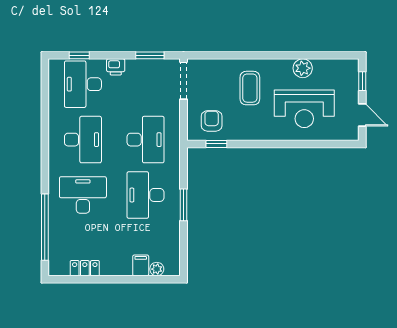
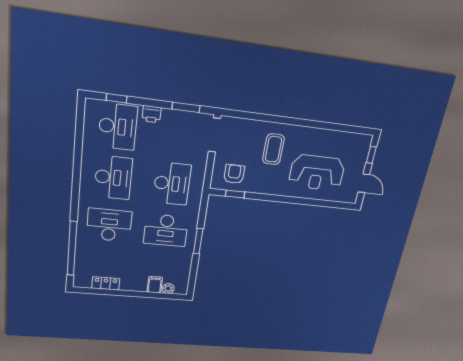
plant: (303, 68) -> (323, 137), removed
desk: (83, 84) -> (118, 127), turned 180
desk: (145, 195) -> (166, 230), turned -90

